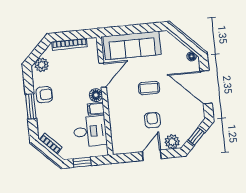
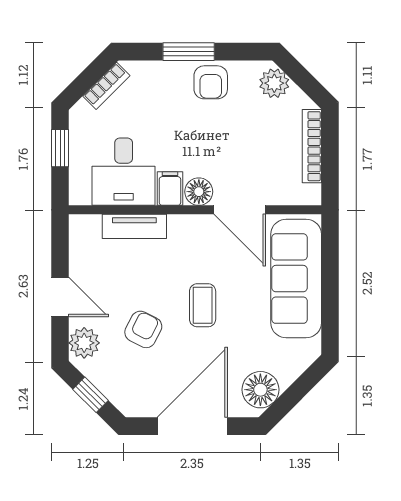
floor lamp: (192, 56) -> (260, 390), width x1.89, depth x1.89
armchair: (152, 120) -> (143, 329), moved, turned -63
tv unit: (115, 124) -> (134, 226), added

